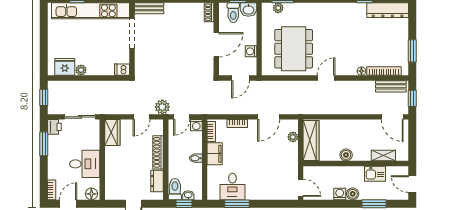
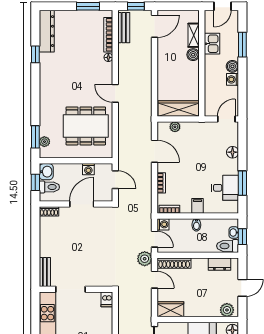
door: (216, 45) -> (82, 204), hinge flipped
shoe rack: (158, 152) -> (174, 263), moved
filing cabinet: (215, 154) -> (198, 206), width x0.50
boiler: (346, 155) -> (193, 55), moved
plant: (112, 188) -> (227, 310), added
floor lamp: (268, 194) -> (233, 152), added

